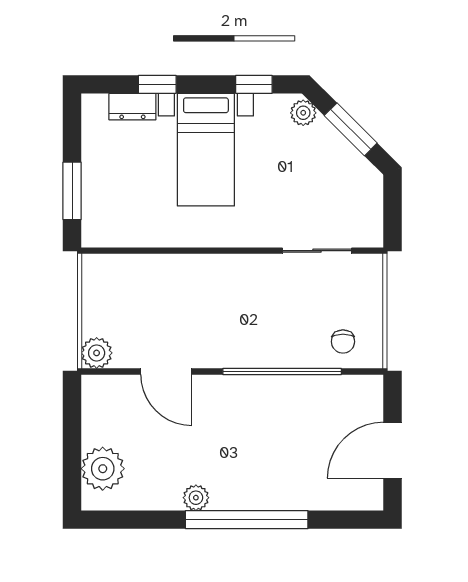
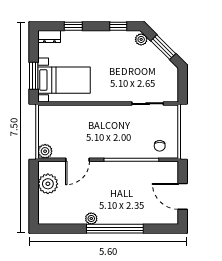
dresser: (132, 107) -> (49, 37), moved
bed with nightstands: (206, 150) -> (64, 80), moved, turned -90
door: (166, 371) -> (77, 160), hinge flipped
door: (392, 450) -> (183, 196), hinge flipped
plant: (103, 469) -> (48, 184), moved

